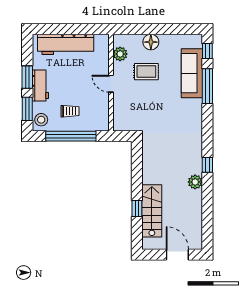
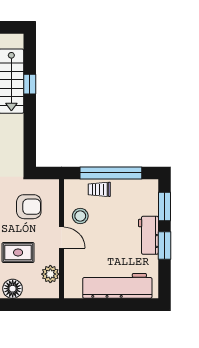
armchair: (138, 109) -> (29, 207), added
trolley: (70, 111) -> (99, 189), moved
stool: (41, 120) -> (80, 216), moved

